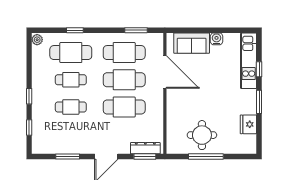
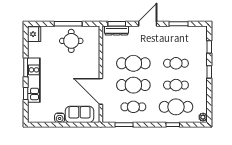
cafe table: (124, 53) -> (133, 107), width x0.73, depth x0.74
kitchen unit: (249, 61) -> (34, 80), moved
fridge: (248, 124) -> (34, 34), moved

